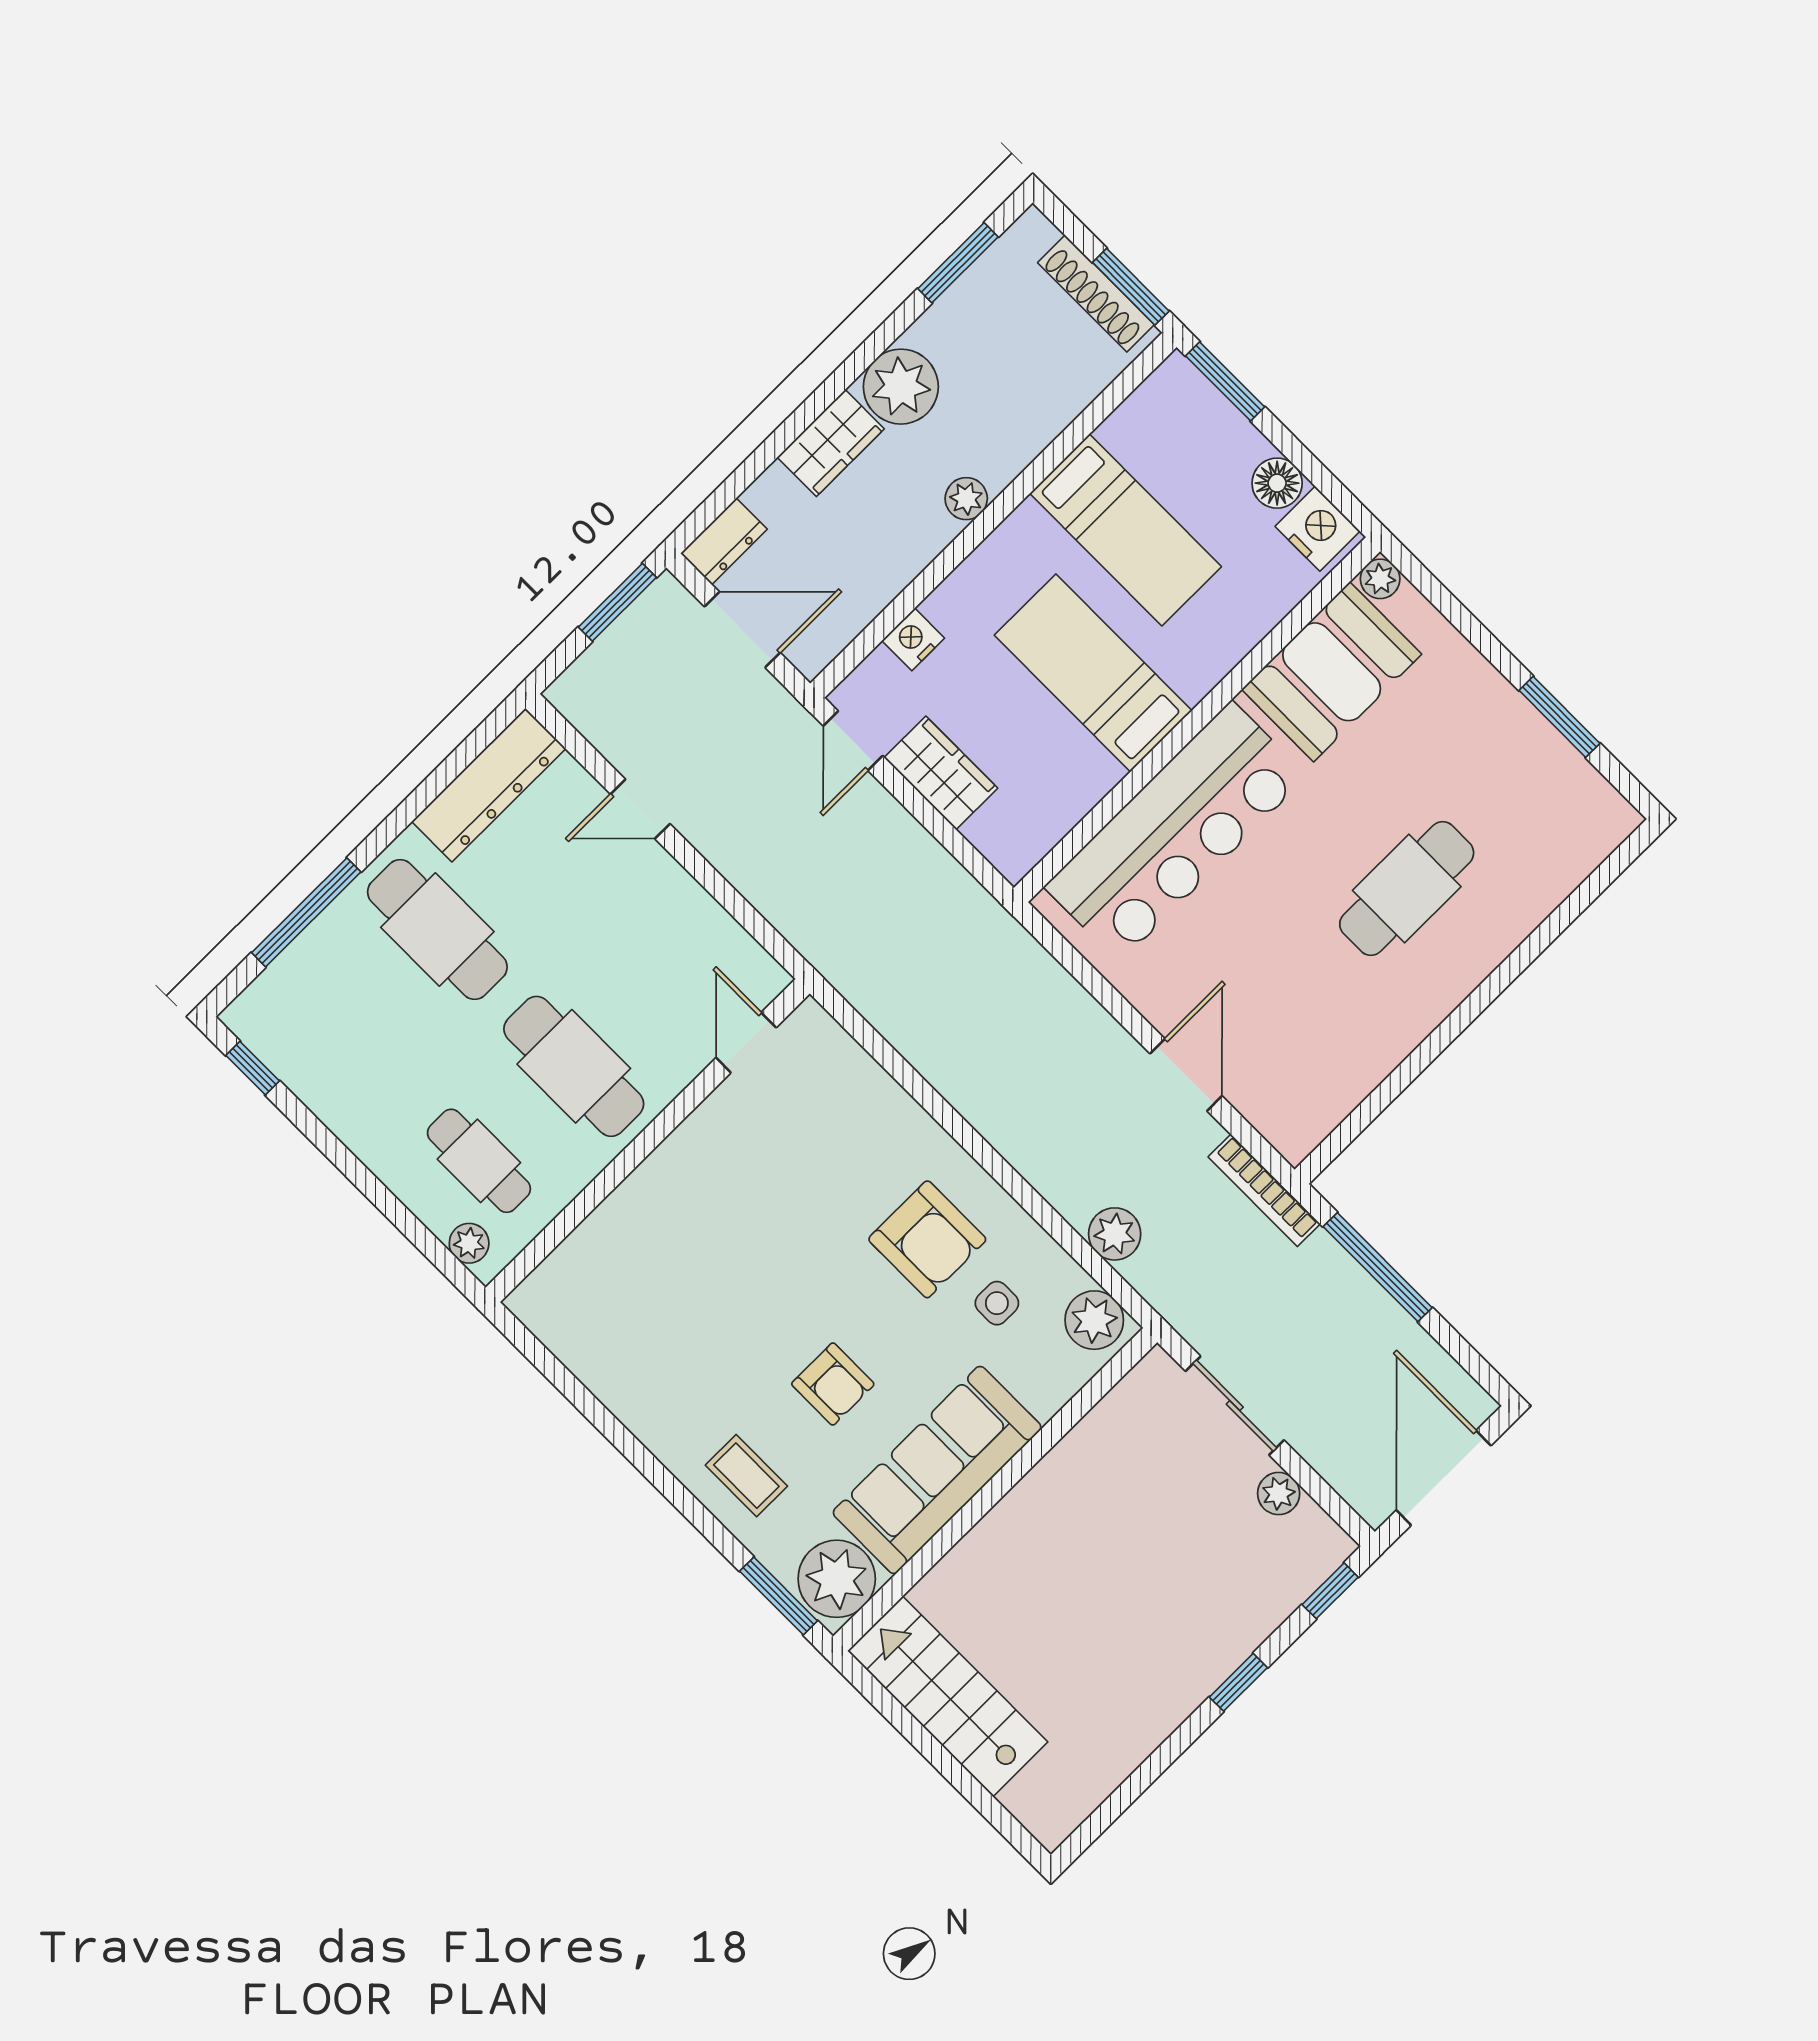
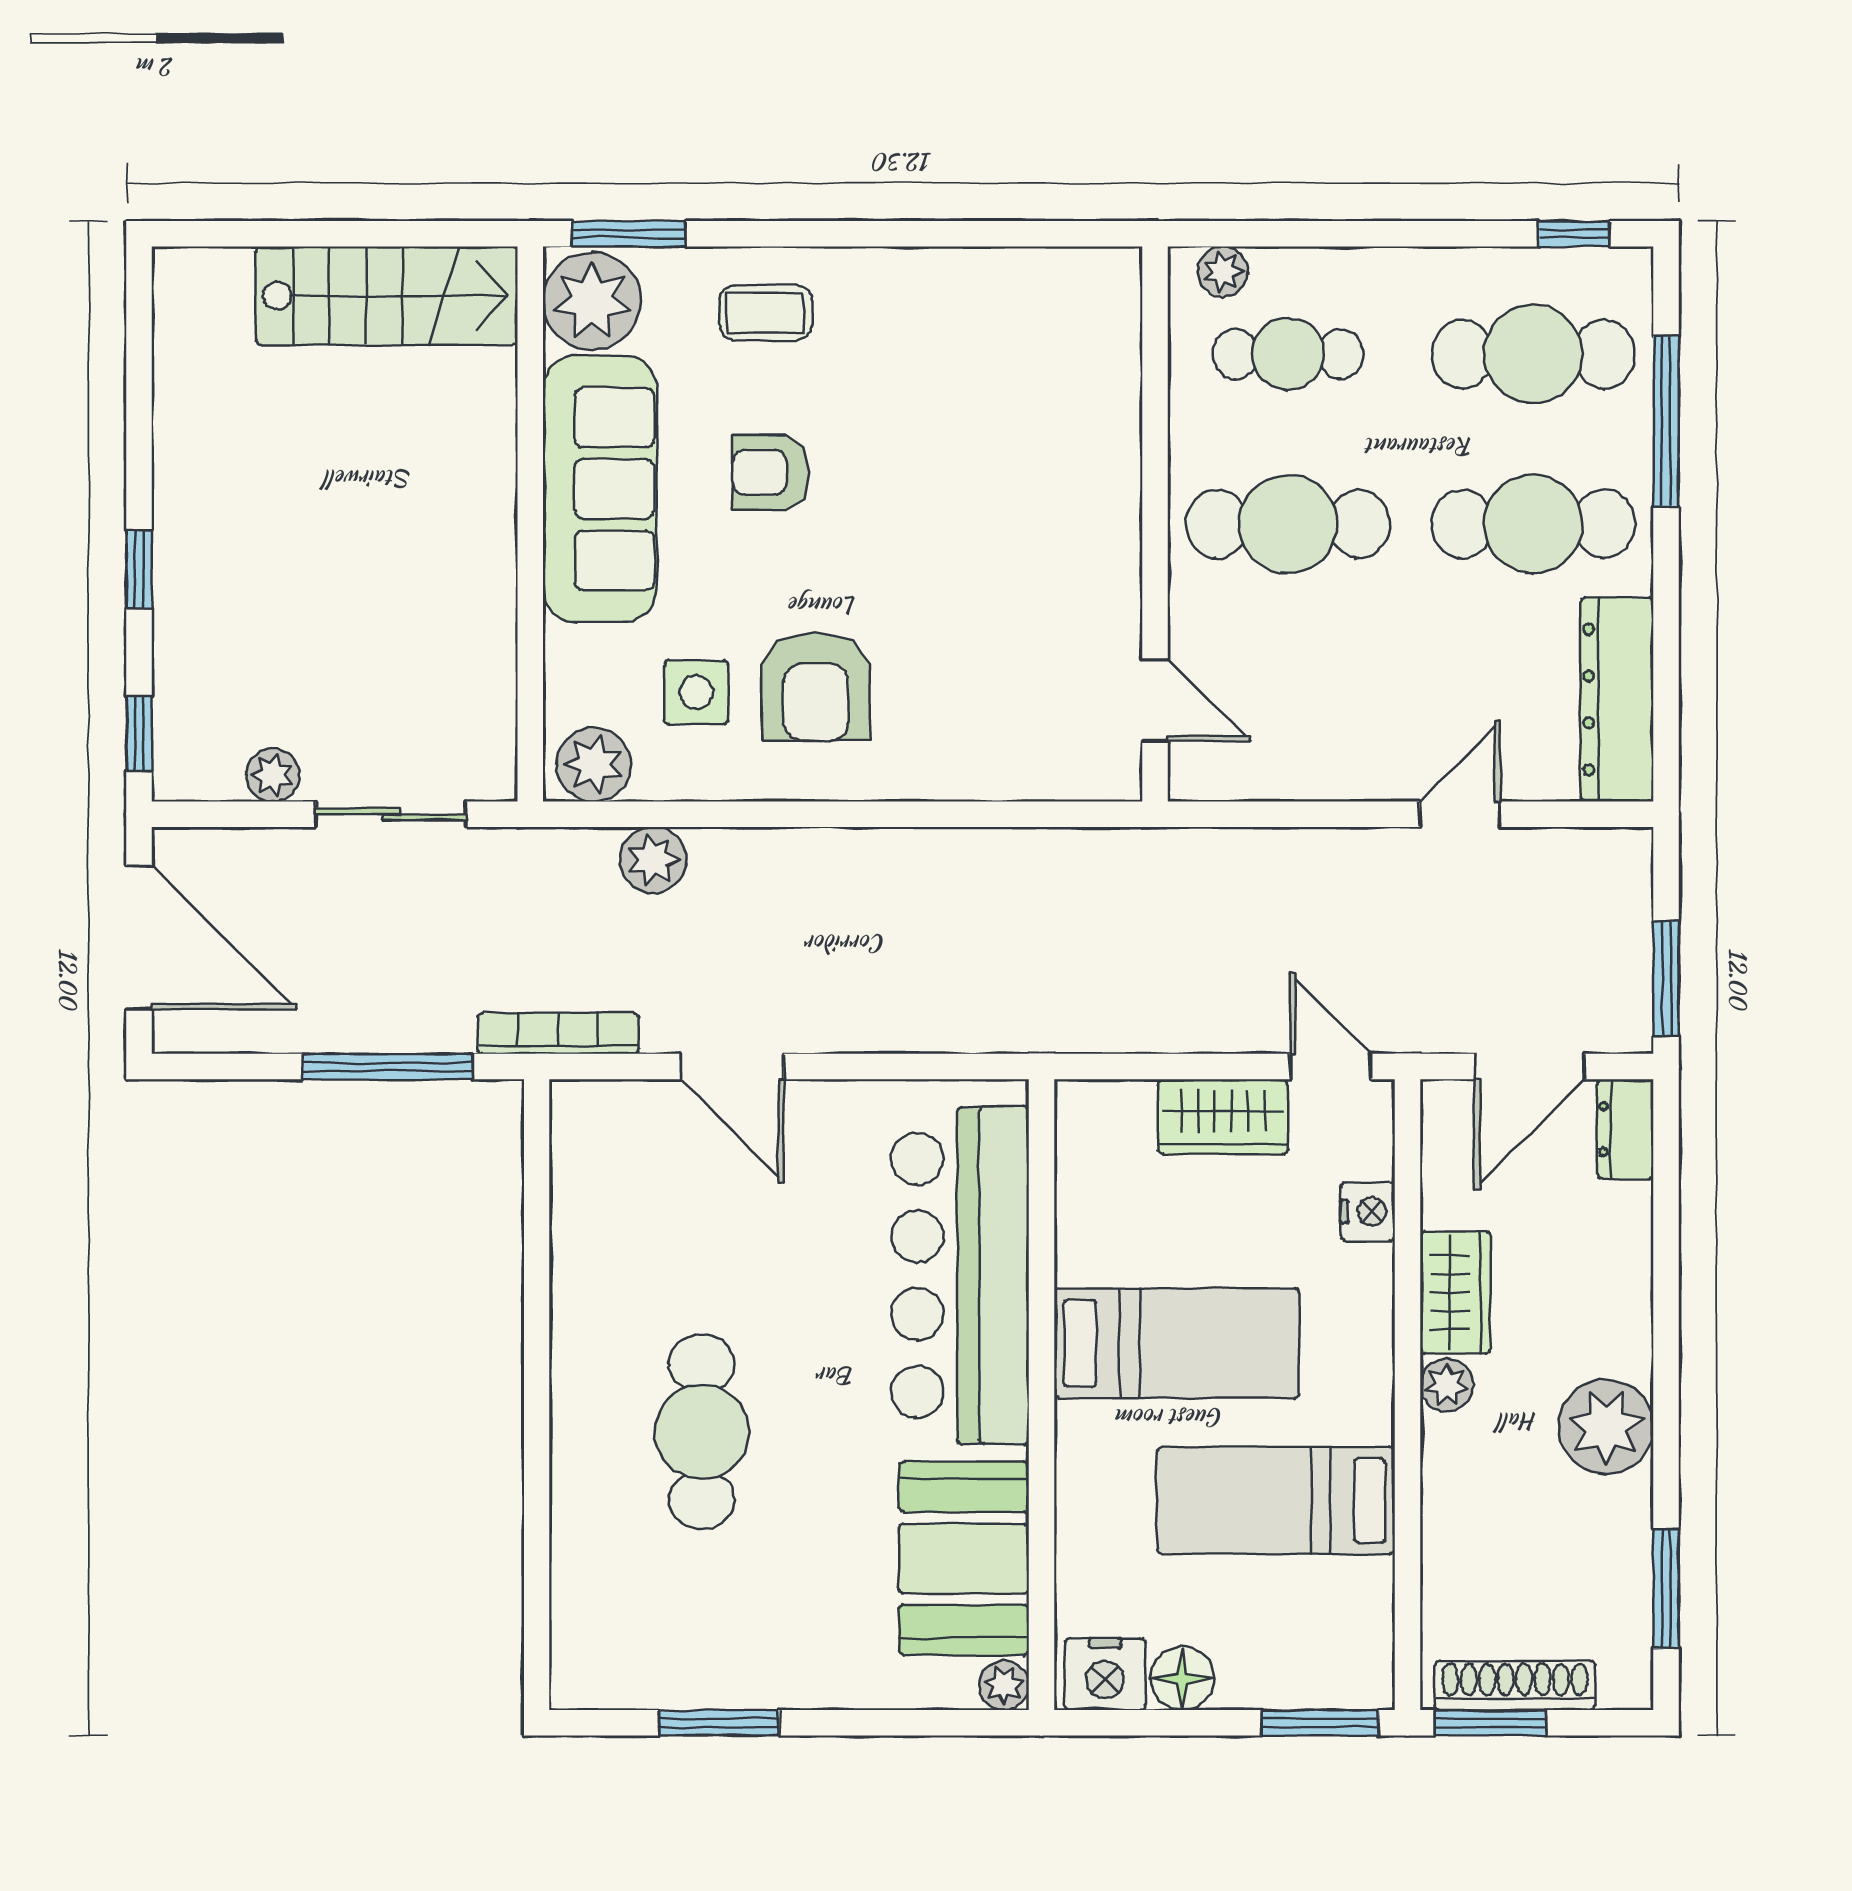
wardrobe: (831, 443) -> (1455, 1292), moved, turned 180
cafe table: (343, 1024) -> (1533, 354), added
armchair: (927, 1239) -> (816, 687), turned -90
side table: (997, 1303) -> (696, 692), width x1.37, depth x1.37

